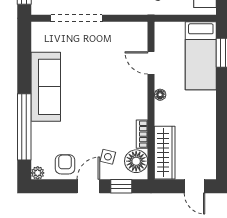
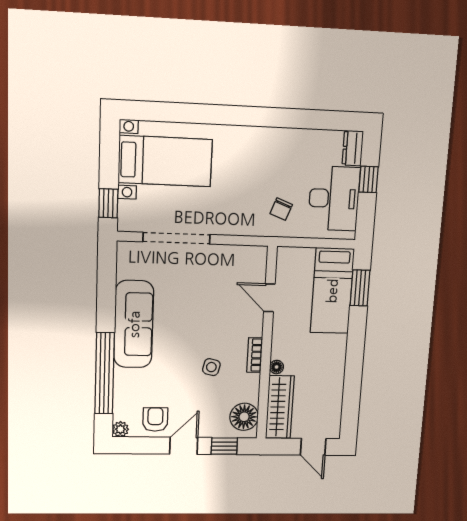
floor lamp: (160, 95) -> (277, 367), moved
bookcase: (142, 134) -> (255, 355), moved
side table: (108, 157) -> (211, 367), moved

